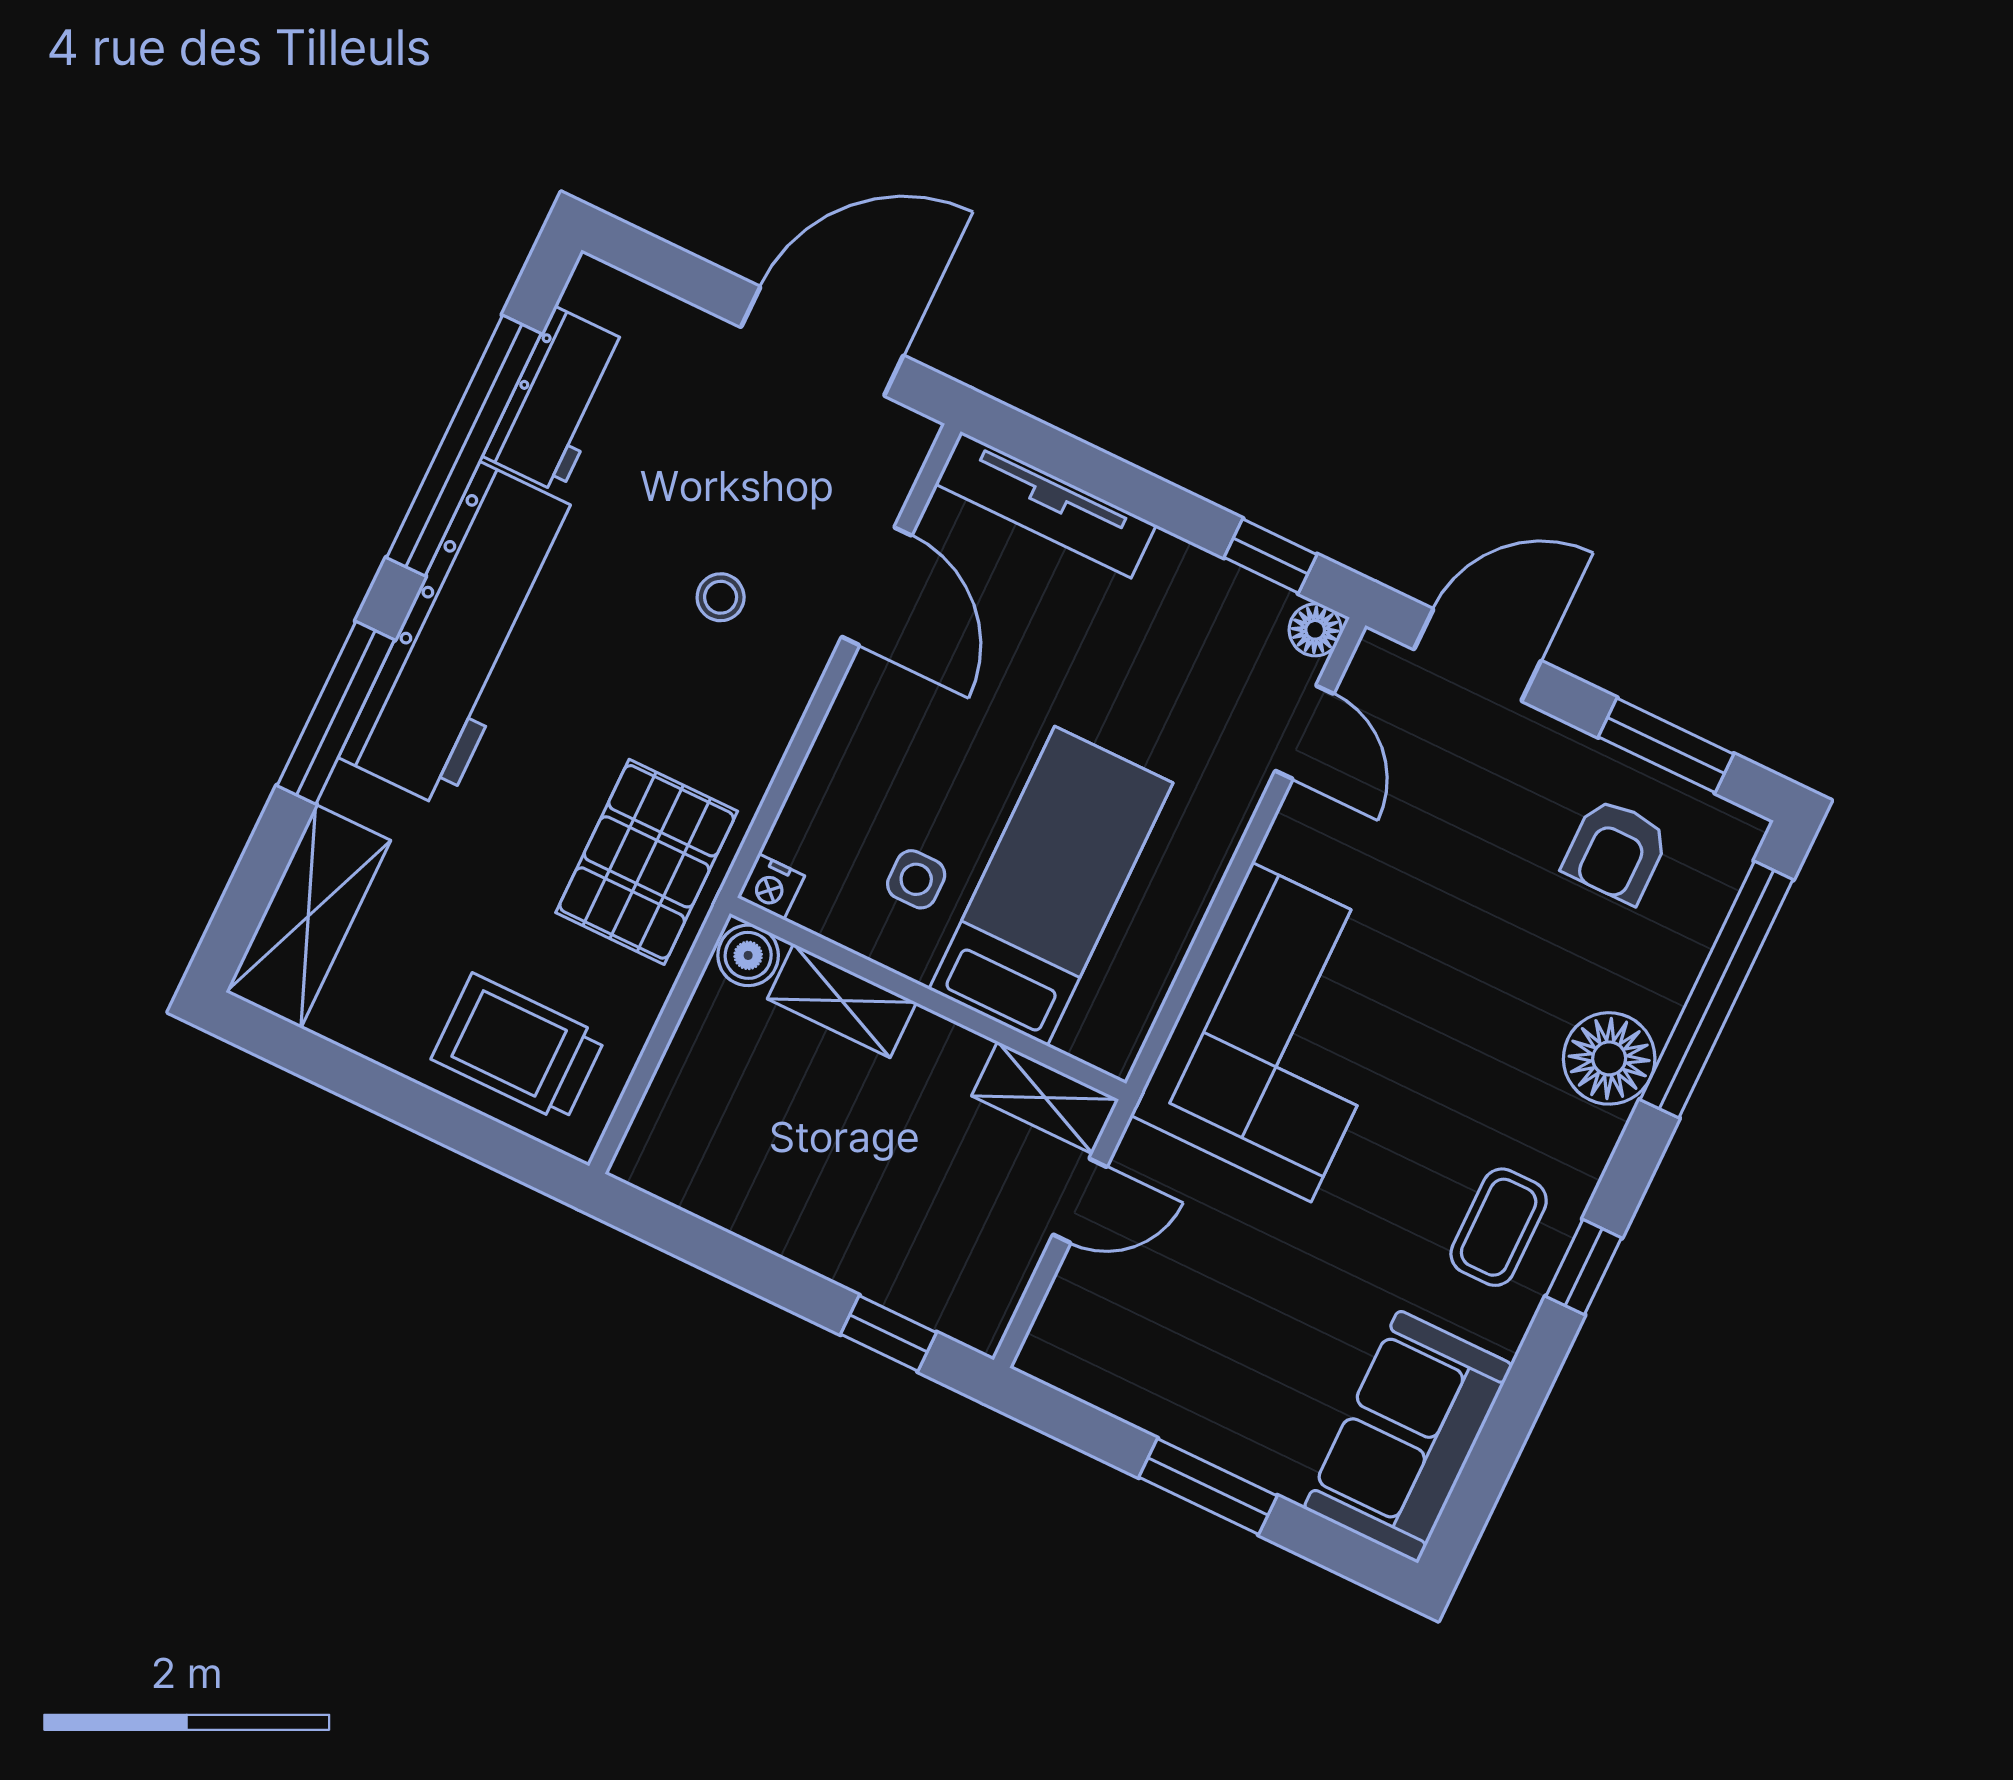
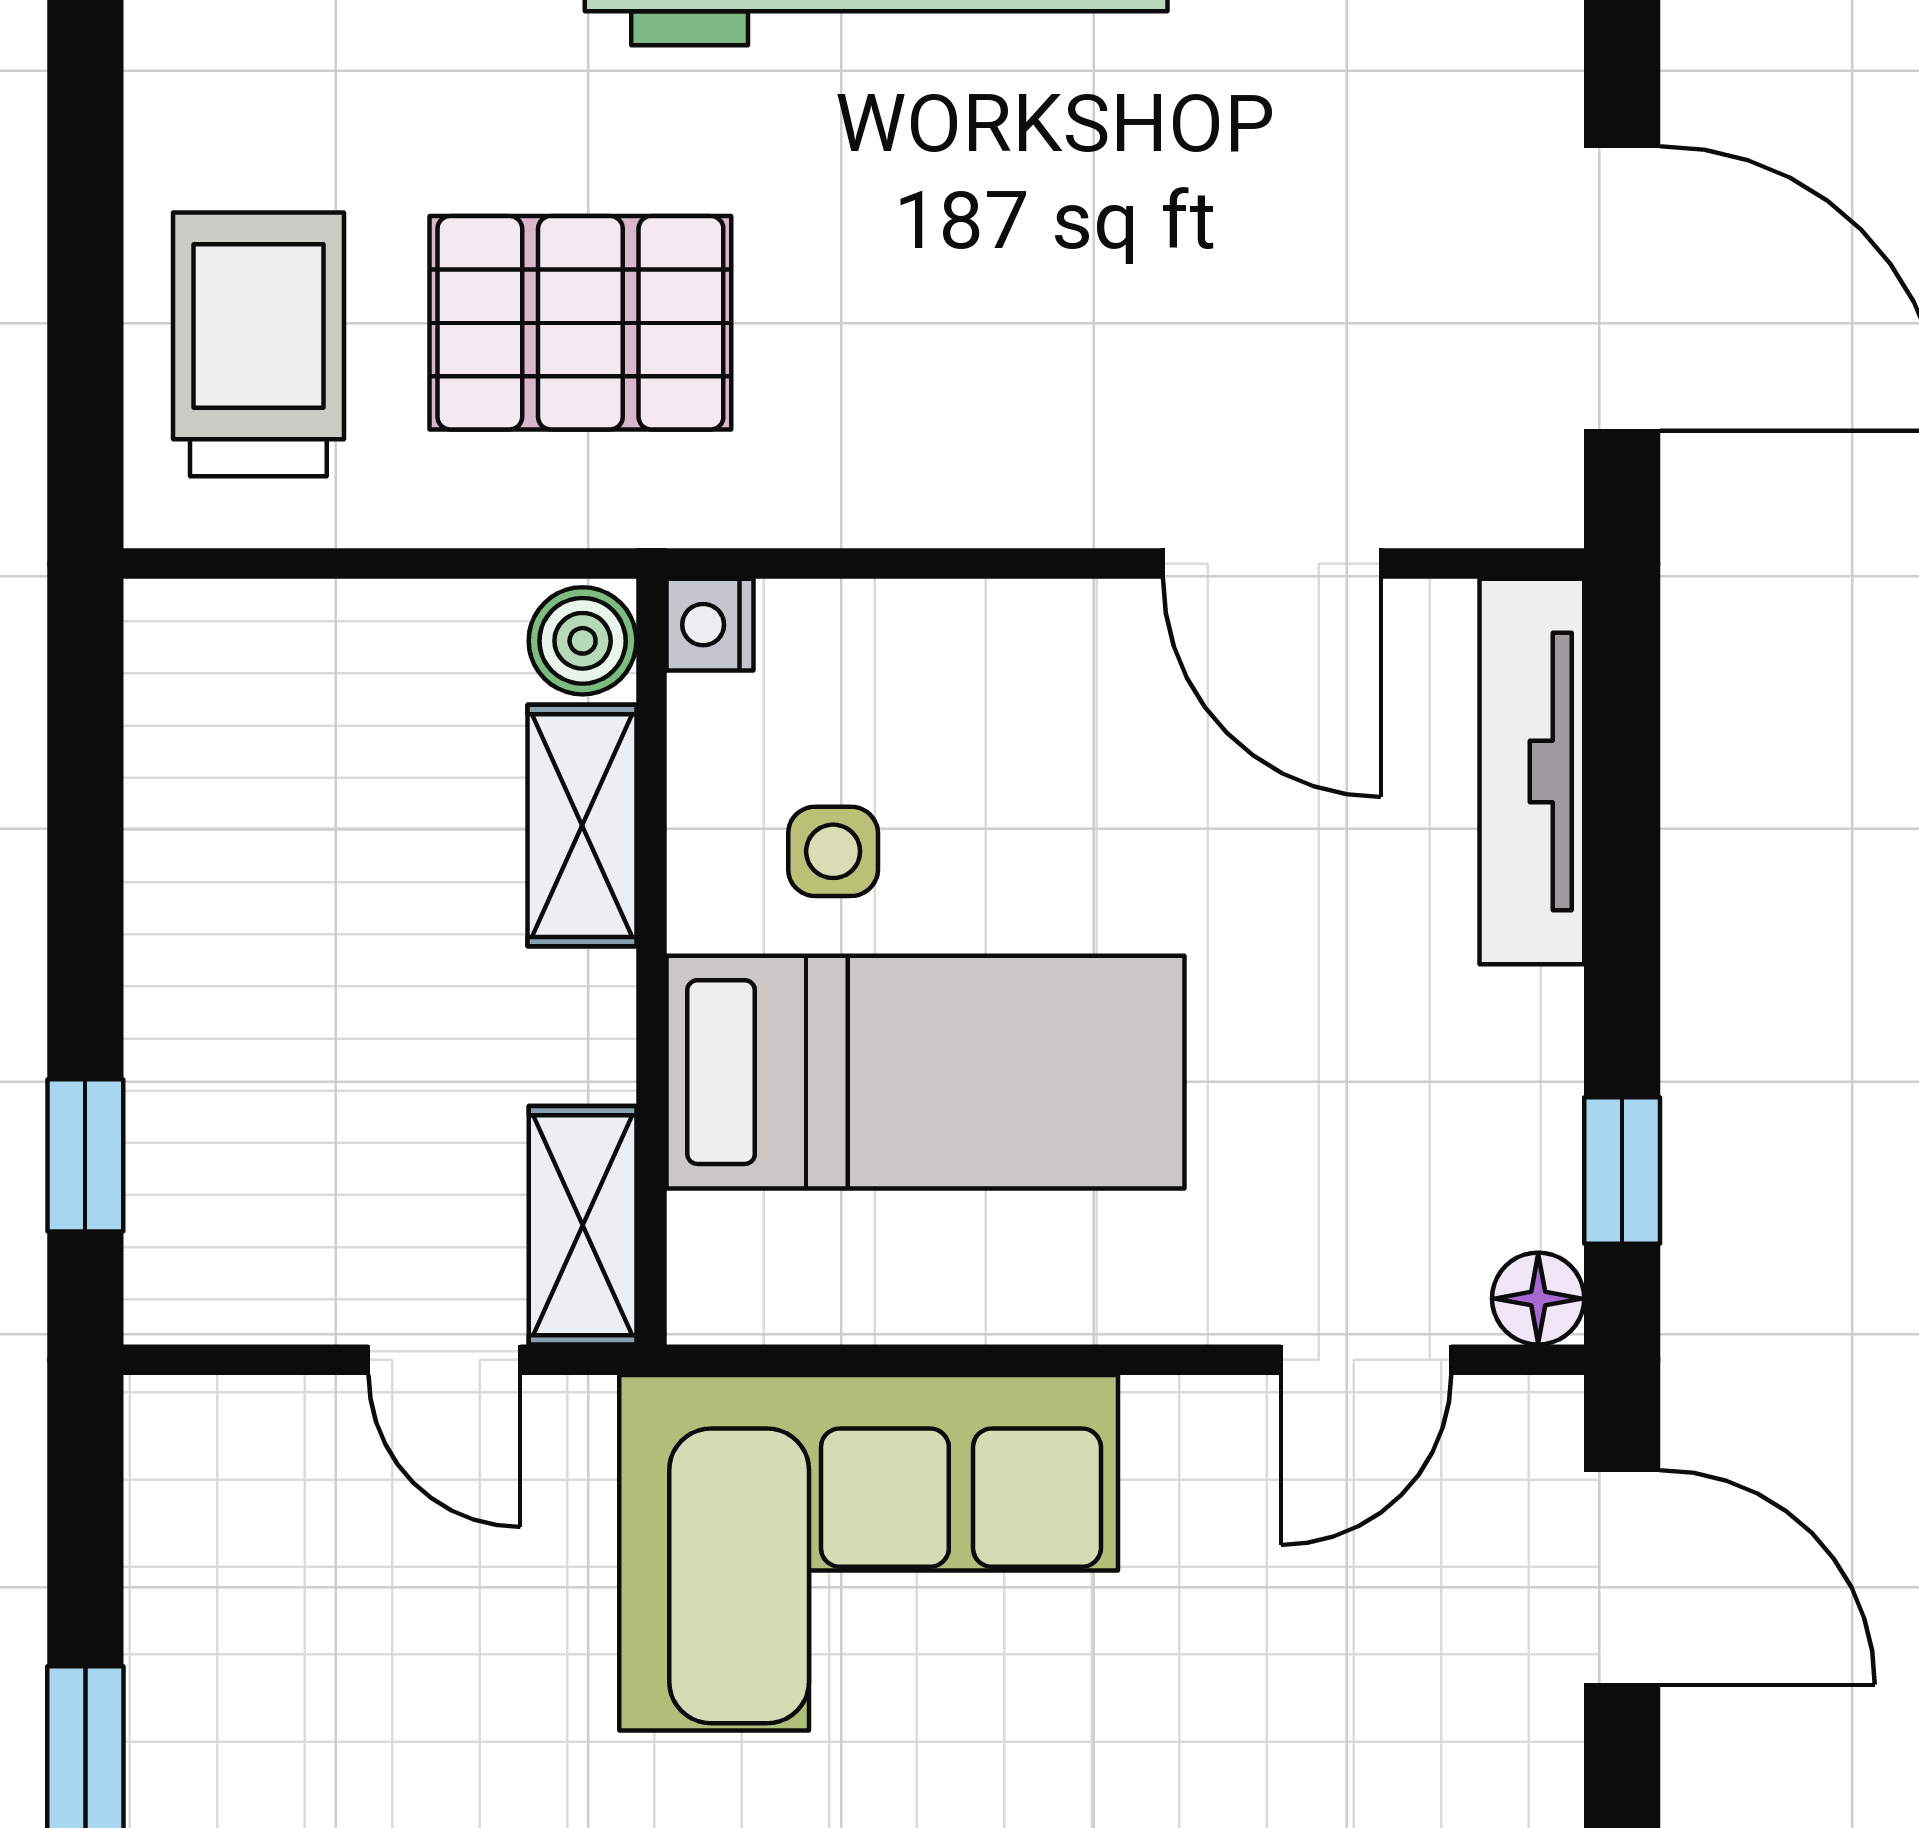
door: (877, 586) -> (1272, 564), hinge flipped
stool: (721, 597) -> (1134, 322), removed
pallet: (647, 862) -> (580, 323), moved

